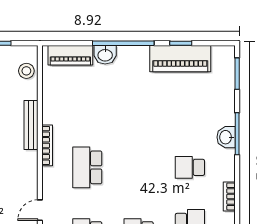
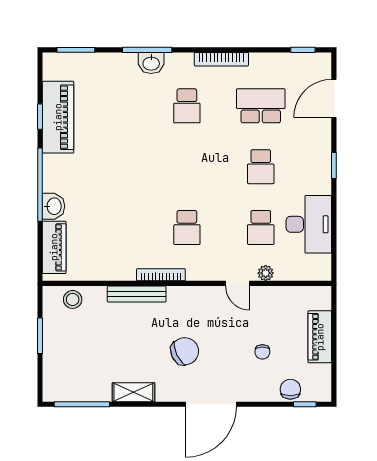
school desk: (87, 167) -> (187, 227), width x0.54
bookcase: (229, 196) -> (221, 59), width x1.56

